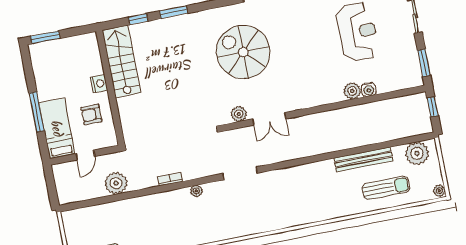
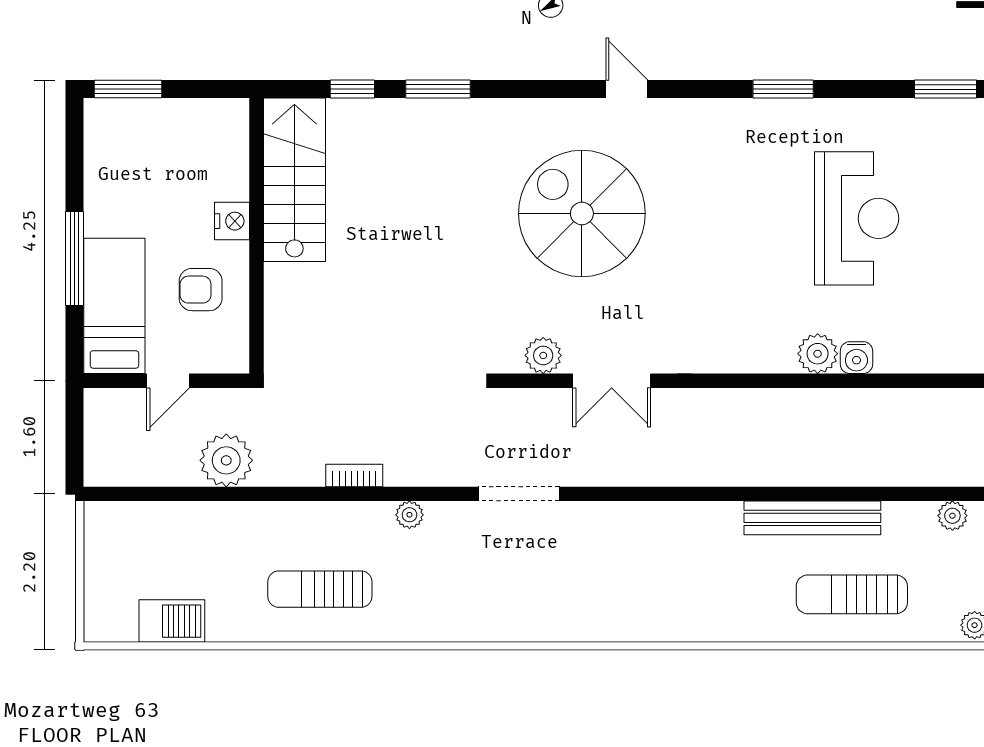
plant: (417, 153) -> (952, 516), width x0.53, depth x0.53
sun lounger: (386, 188) -> (852, 594), turned 180
sun lounger: (165, 229) -> (320, 589), added

